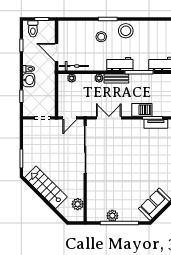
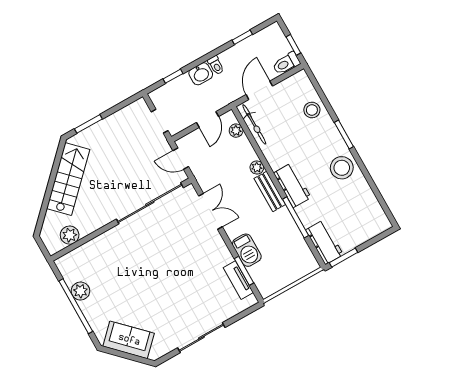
toilet: (33, 29) -> (286, 63), moved
stool: (101, 37) -> (312, 110), moved
door: (56, 91) -> (208, 120), added

